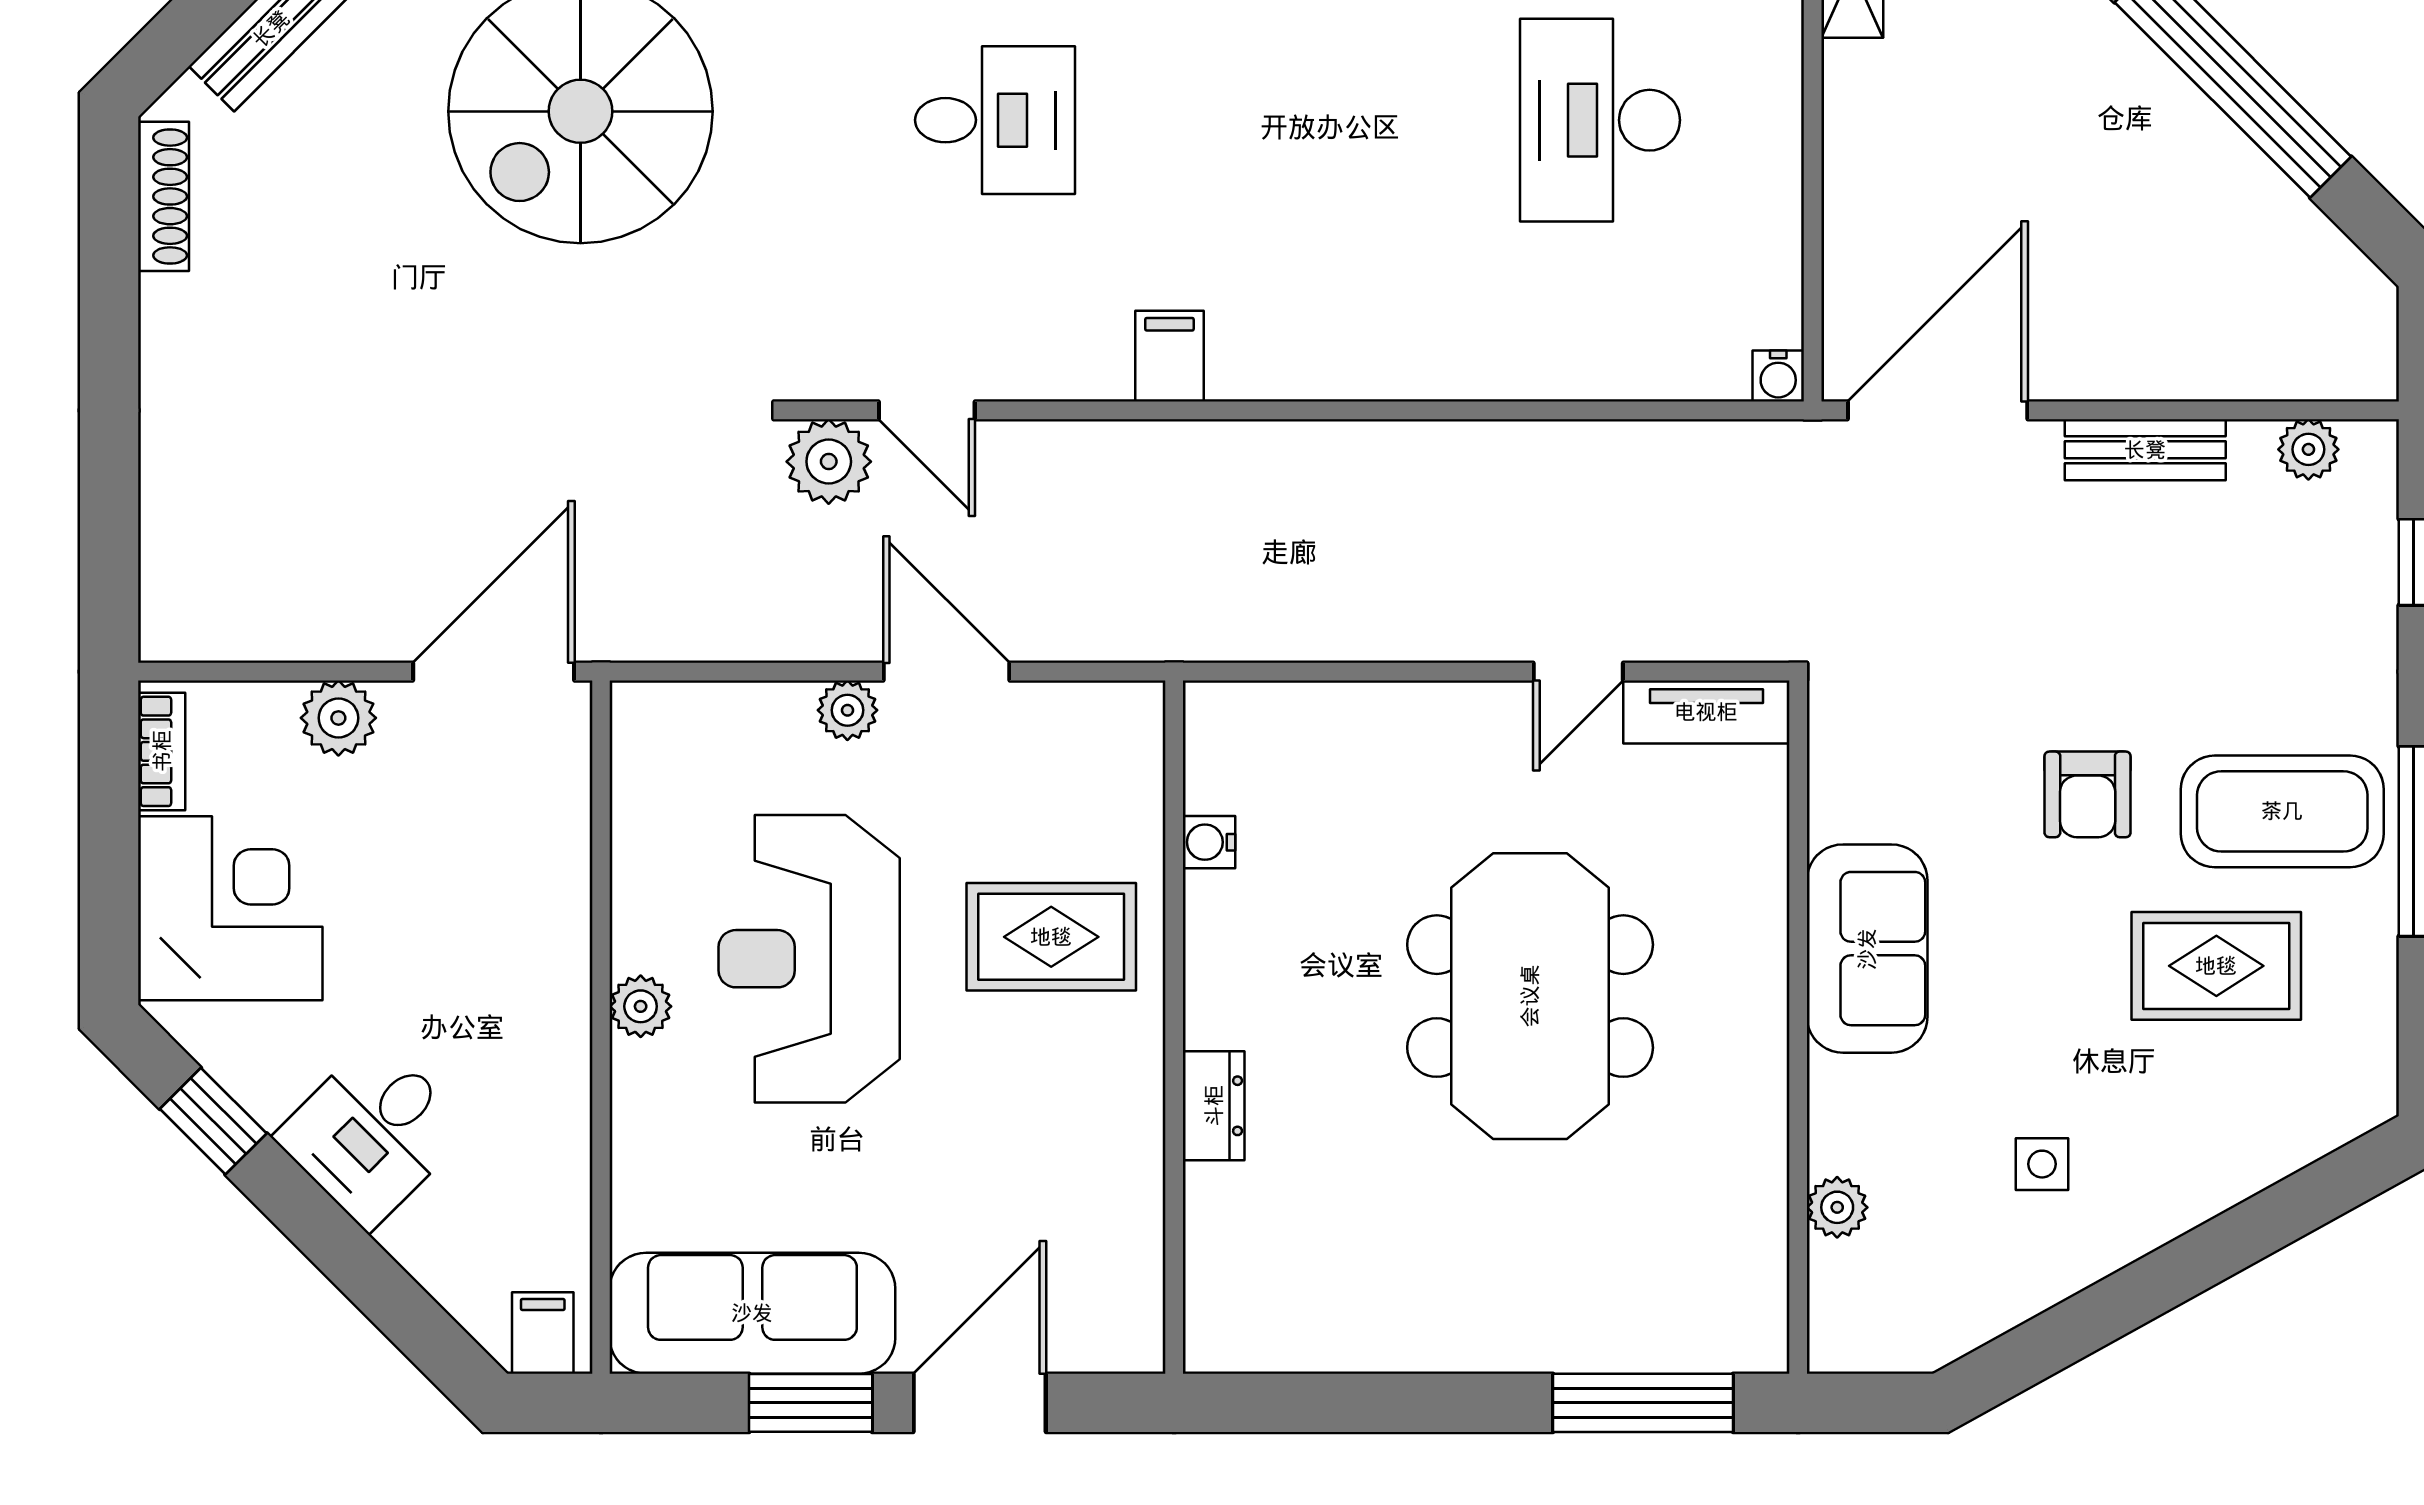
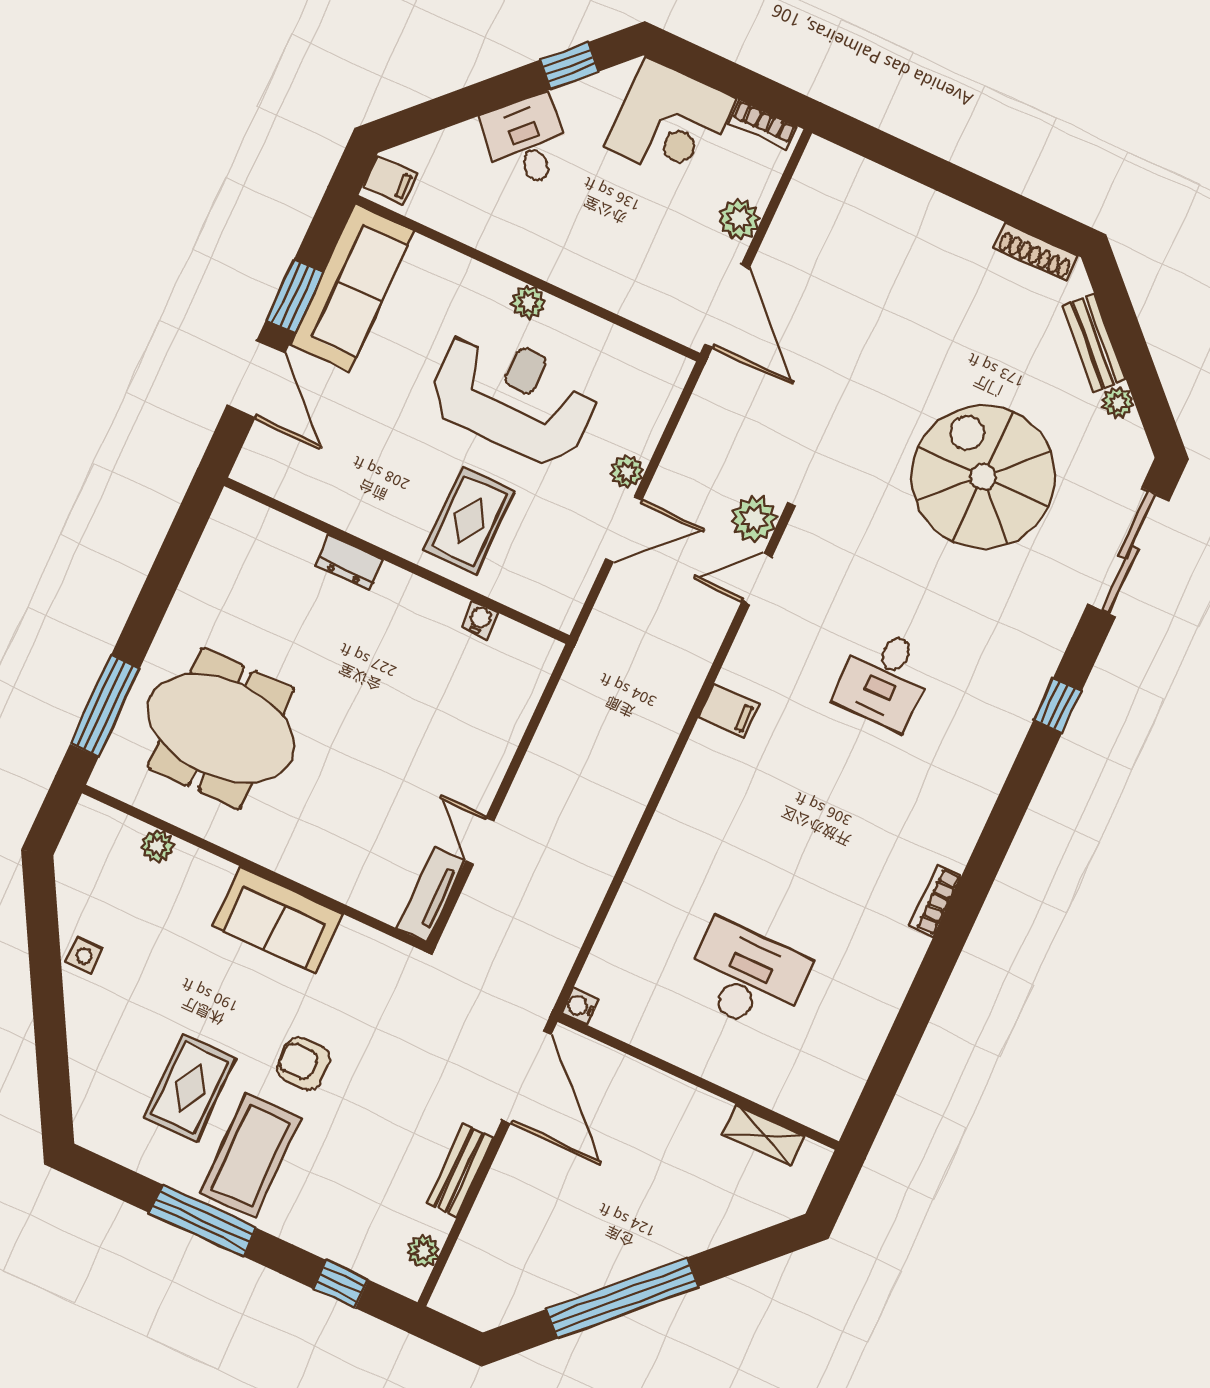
meeting table: (1530, 996) -> (221, 728), moved
side table: (2042, 1164) -> (84, 956), moved

